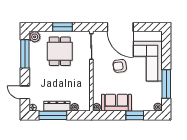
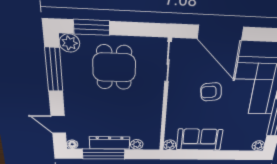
window: (63, 27) -> (92, 27), moved
window: (135, 115) -> (224, 155), removed

